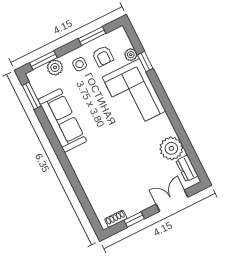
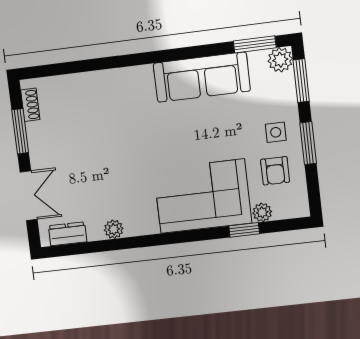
window: (92, 36) -> (308, 143), moved
armchair: (103, 56) -> (275, 171), turned -90
plant: (55, 68) -> (280, 60), moved
plant: (171, 148) -> (114, 229), width x0.53, depth x0.53
window: (134, 219) -> (20, 131), width x1.50

